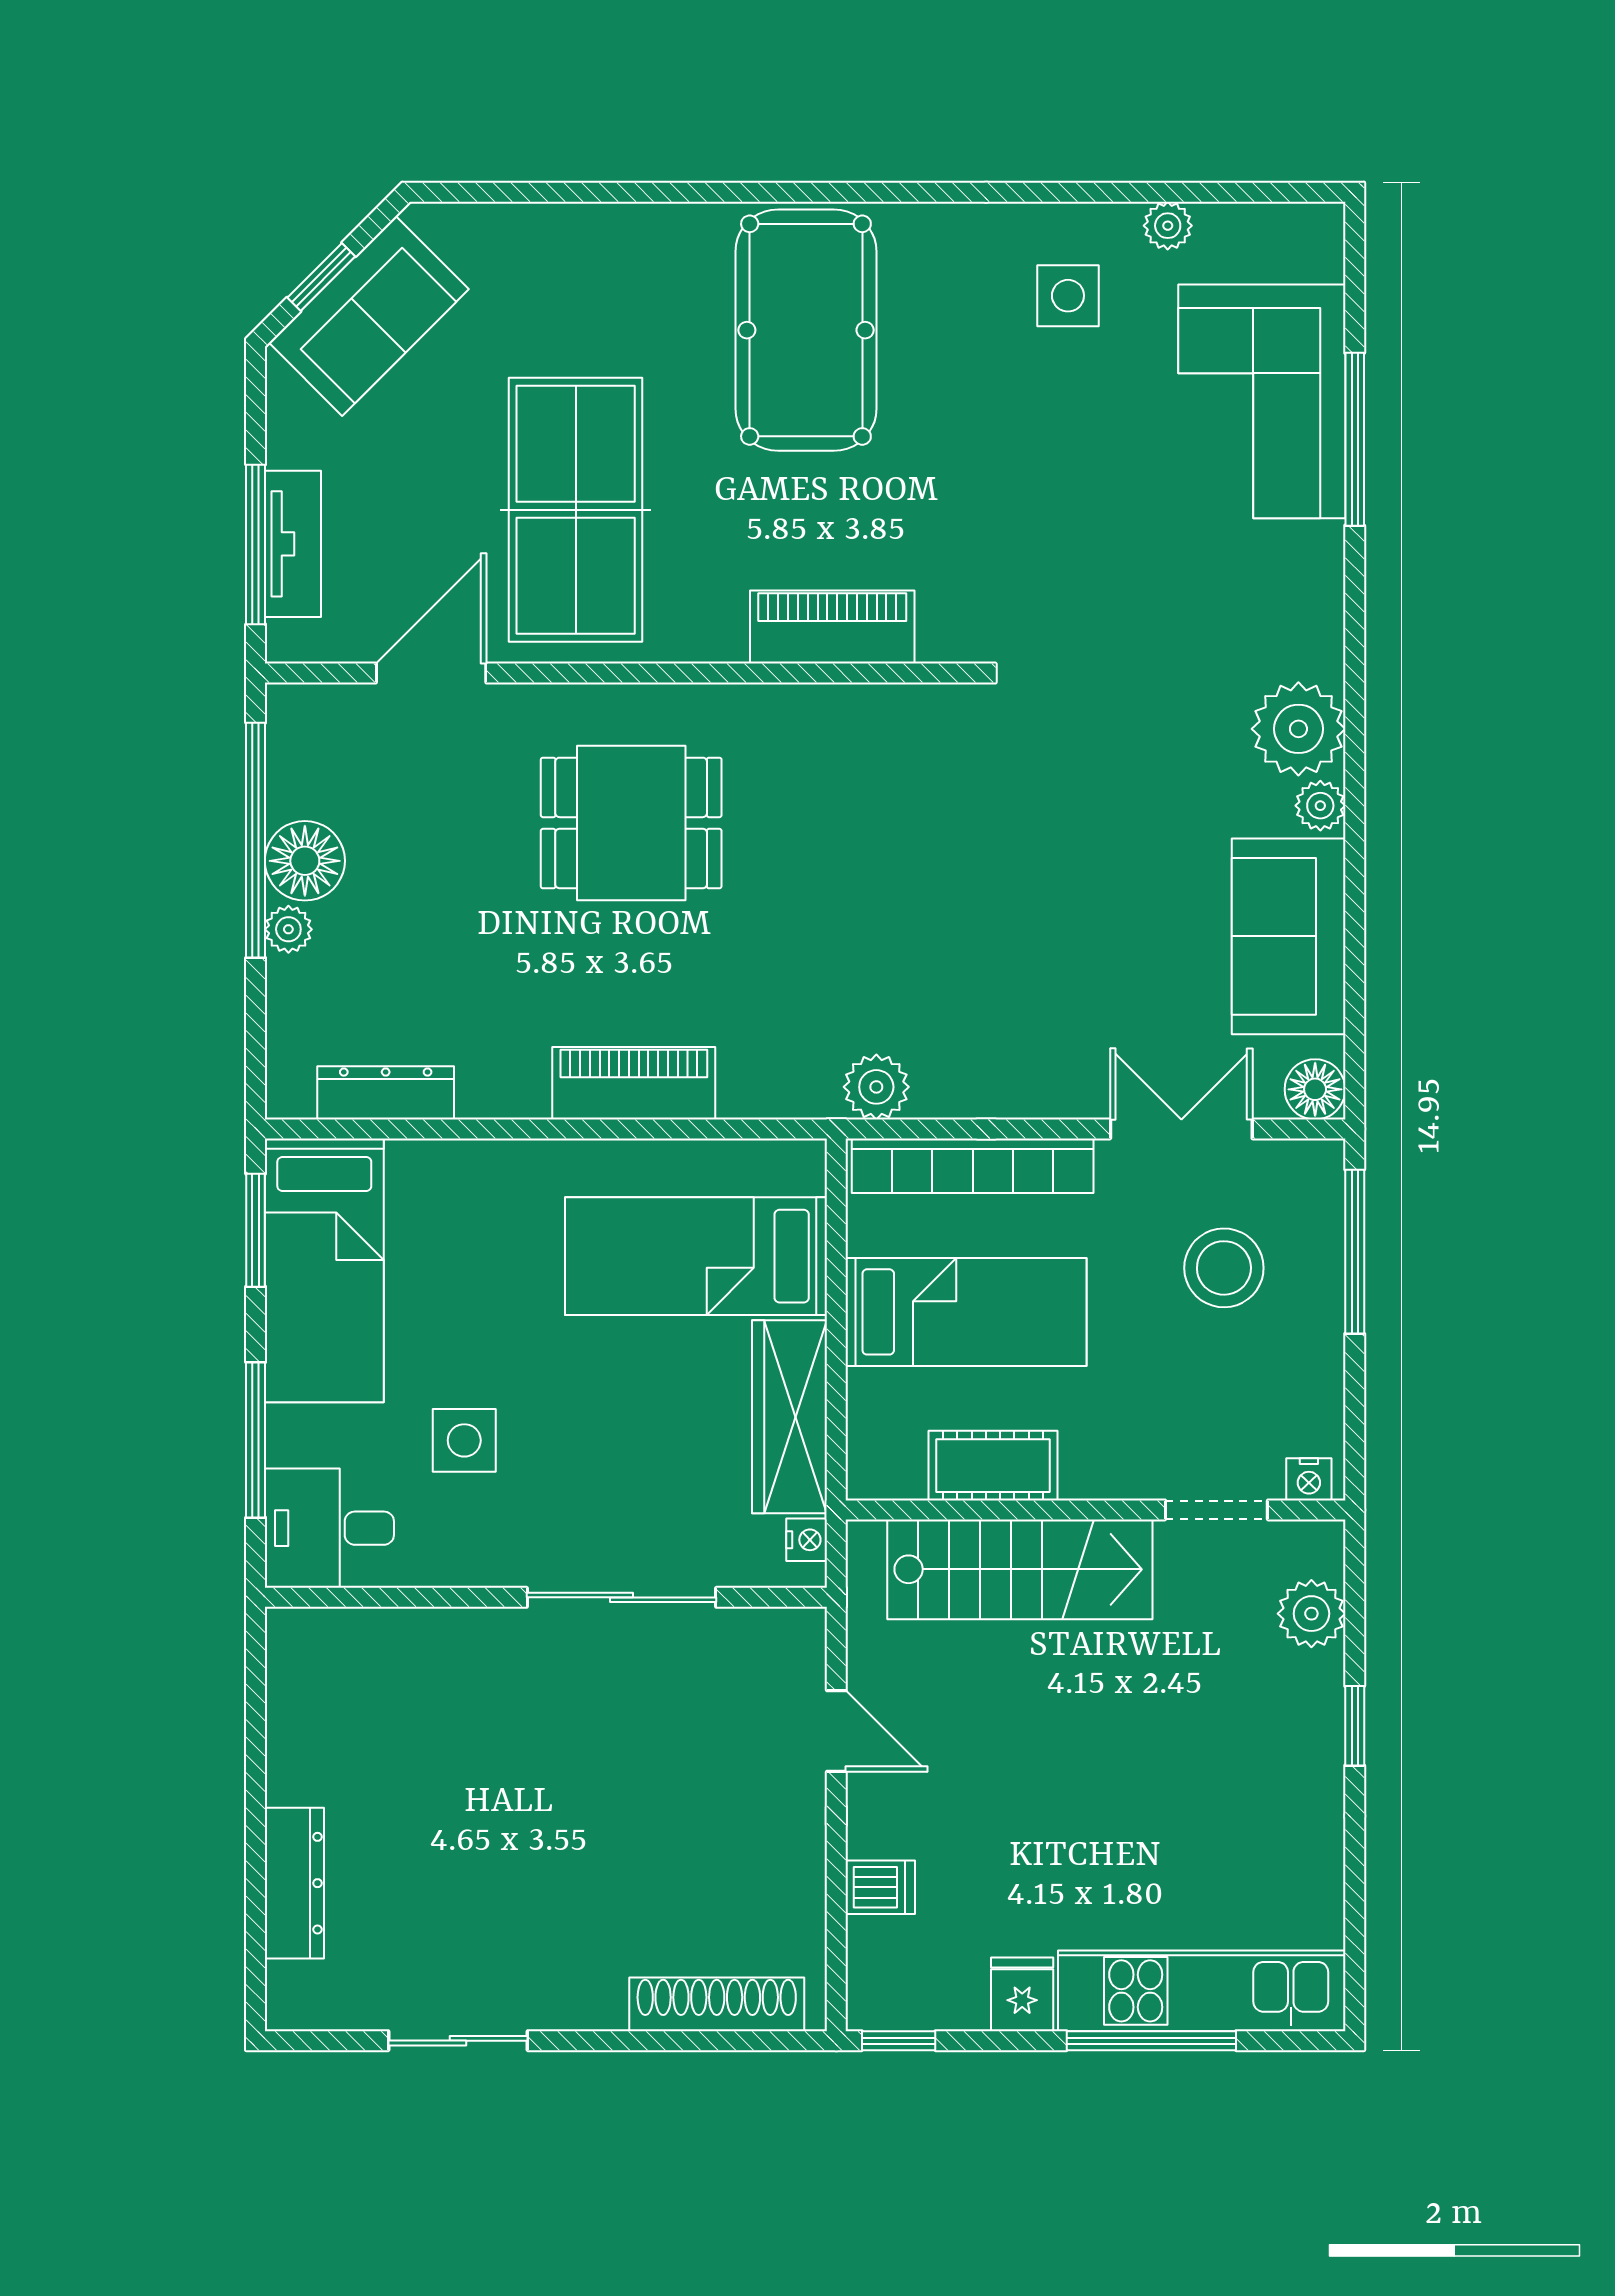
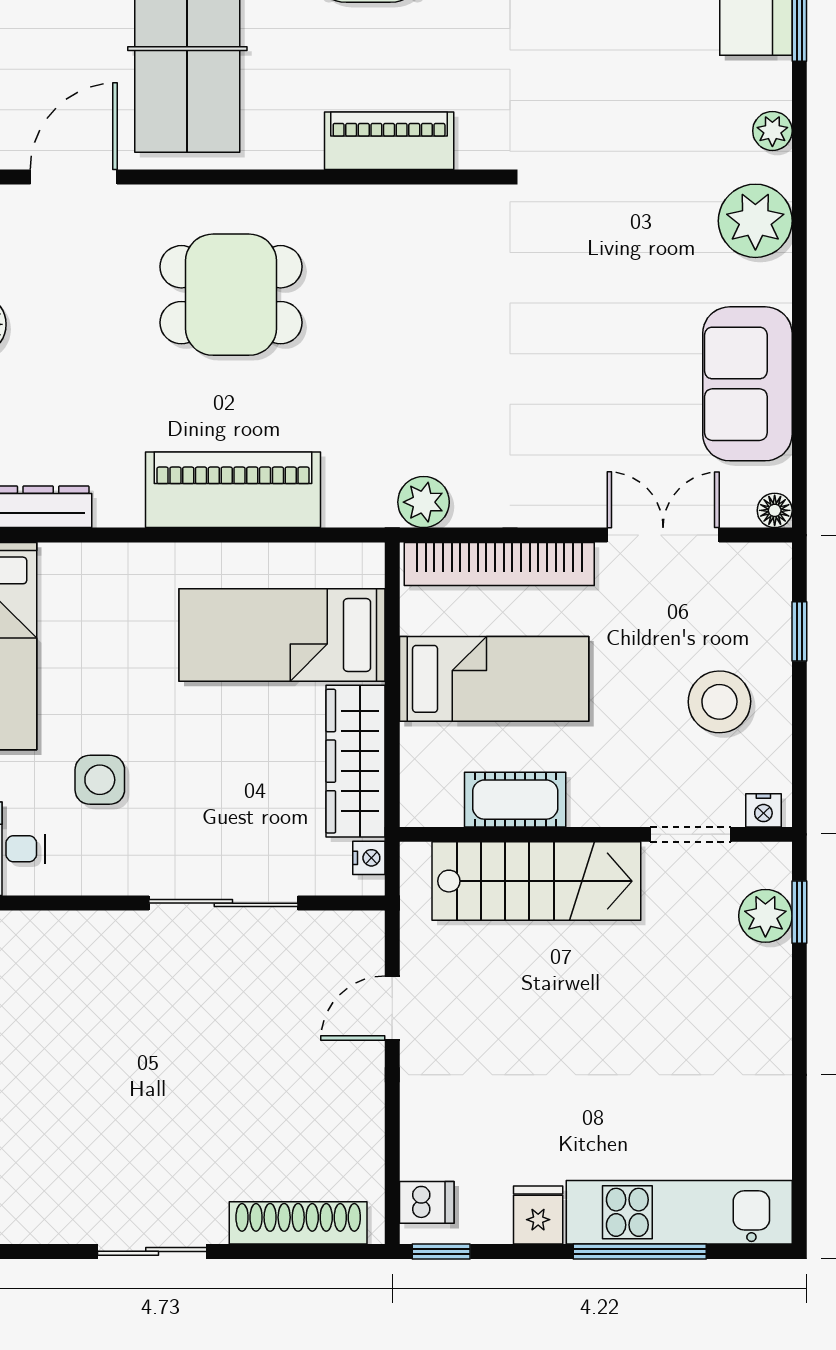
plant: (1320, 806) -> (772, 131), moved
piano: (634, 1083) -> (233, 490), width x1.37, depth x1.33
floor lamp: (1315, 1089) -> (775, 510), width x0.73, depth x0.73
window: (1355, 1252) -> (799, 631), width x0.46
stool: (1224, 1268) -> (719, 702), moved
window: (1355, 1726) -> (799, 912), moved
door: (836, 1731) -> (392, 1008), swing flipped
dishwasher: (880, 1887) -> (427, 1202), moved
sliding door: (458, 2041) -> (152, 1251), moved

